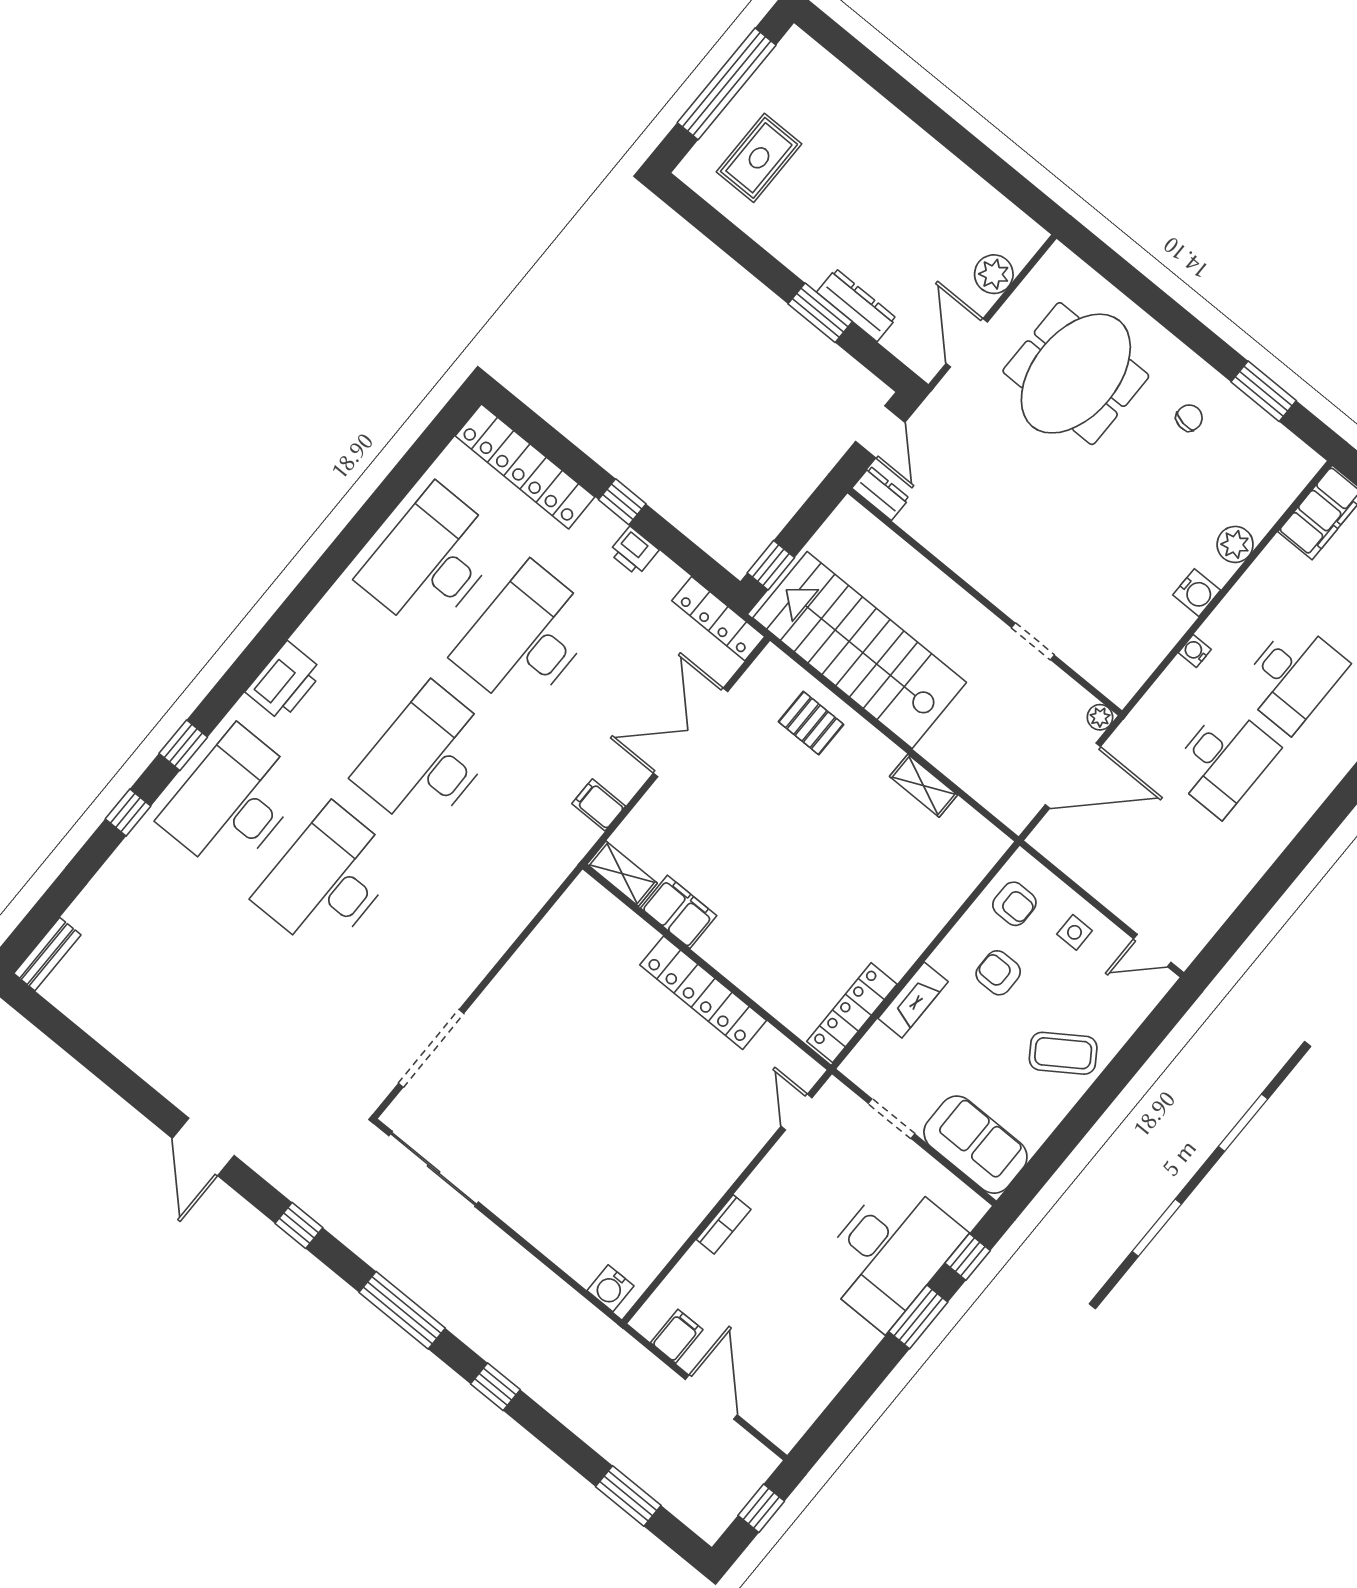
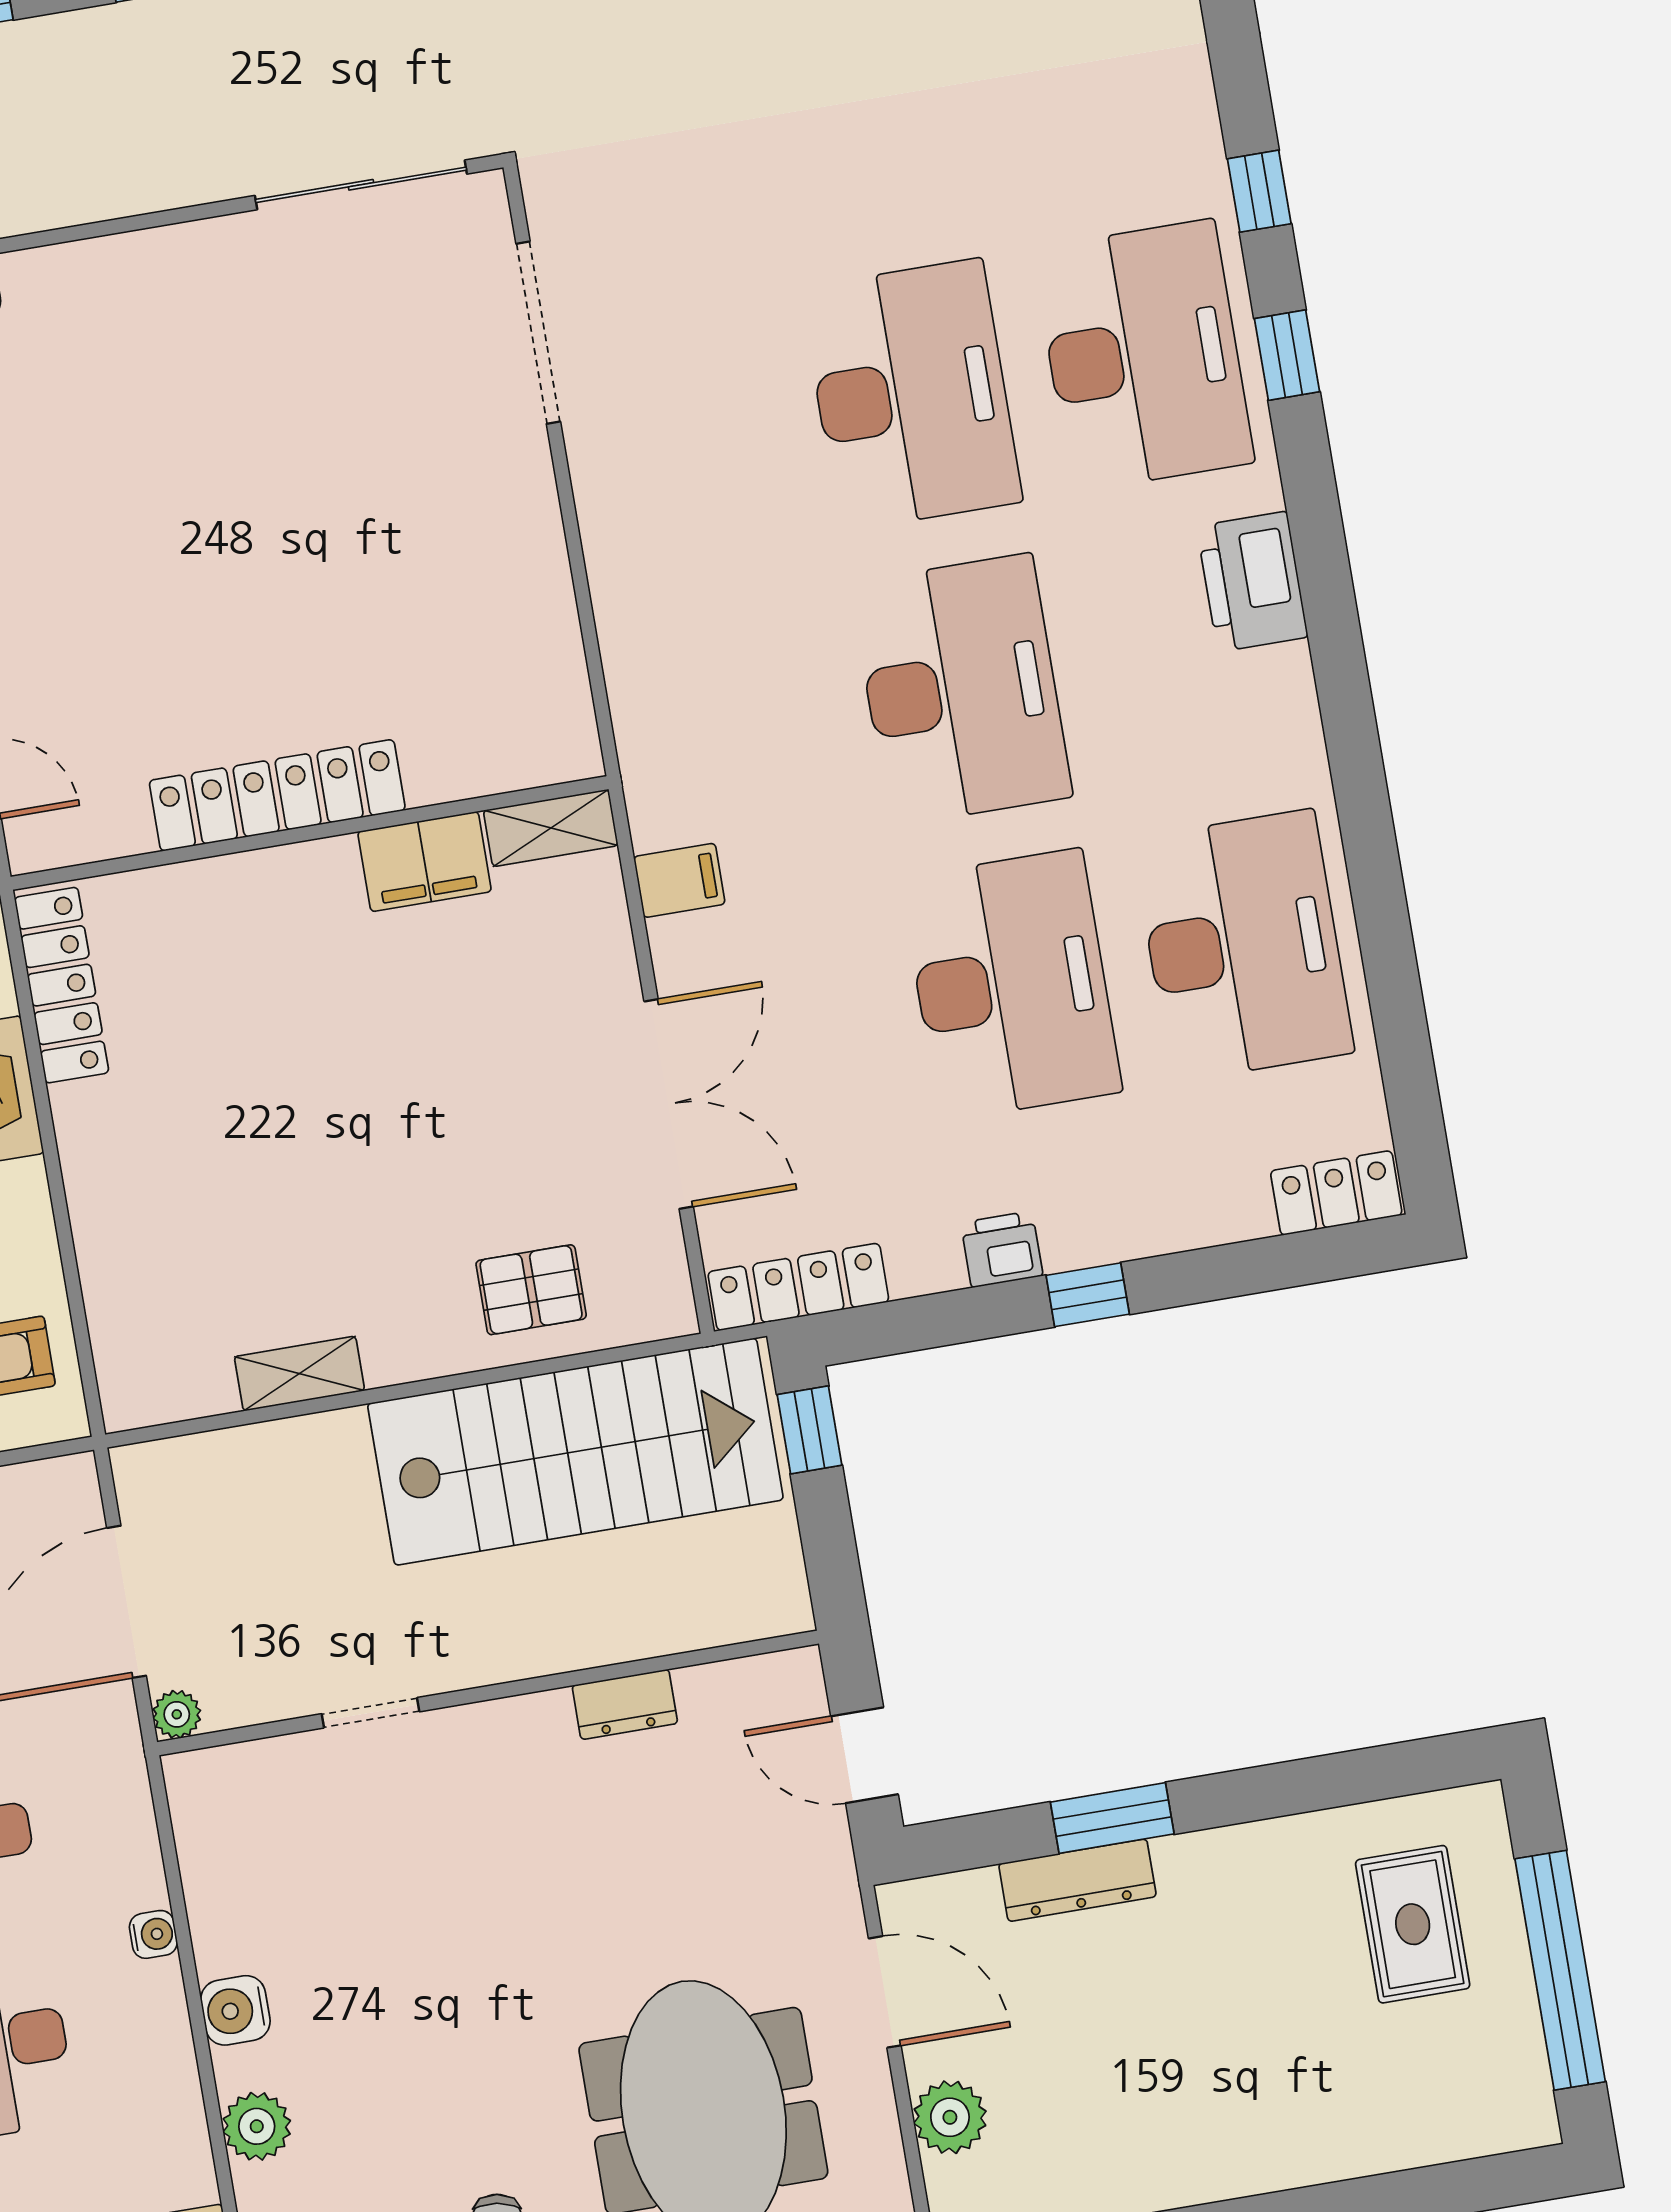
locker: (525, 466) -> (1336, 1193), width x0.46, depth x0.83
dresser: (881, 493) -> (625, 1704), moved

